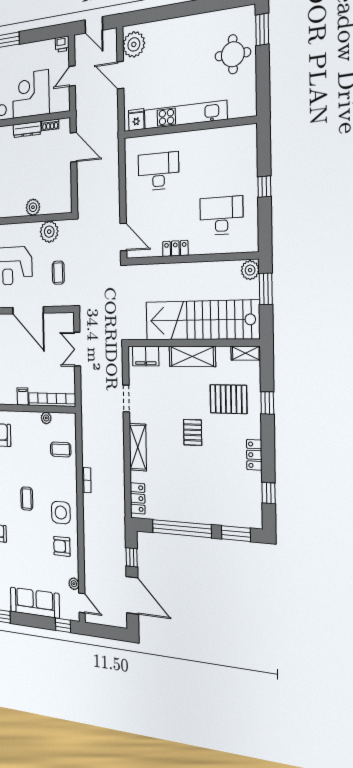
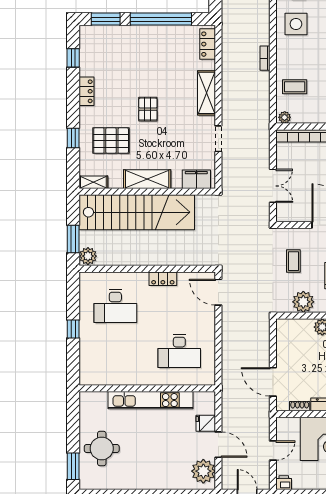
fridge: (136, 120) -> (206, 423), moved, turned 90
plant: (46, 418) -> (285, 117), moved

